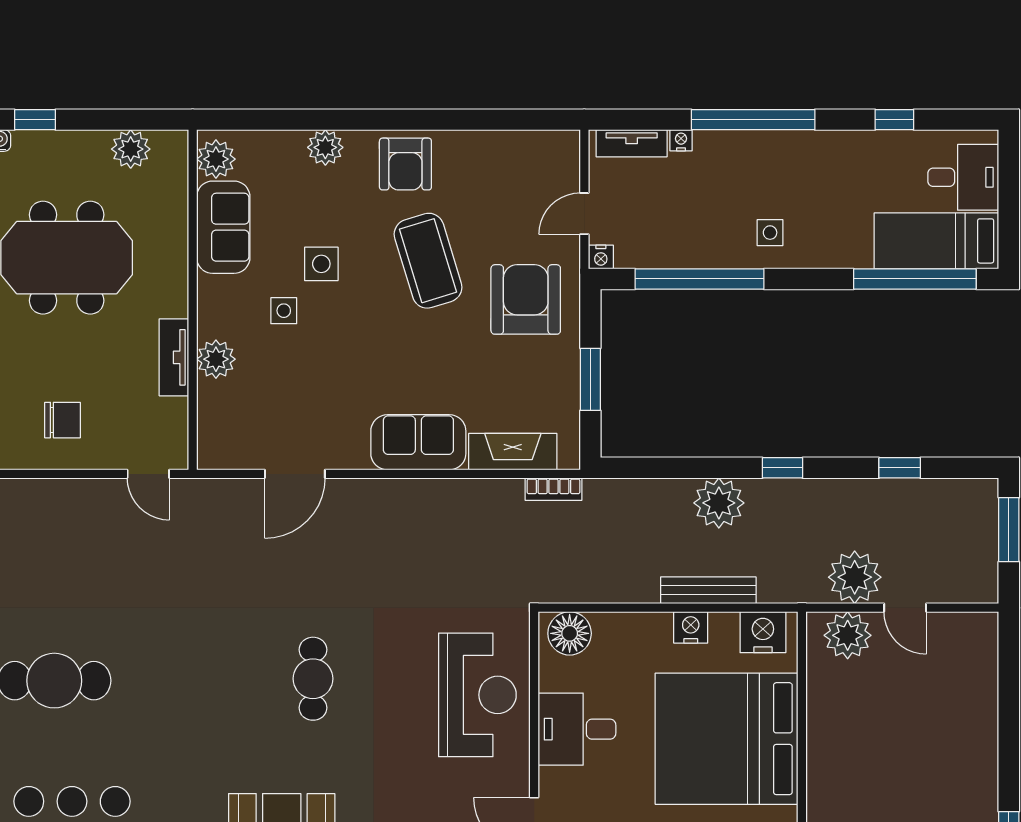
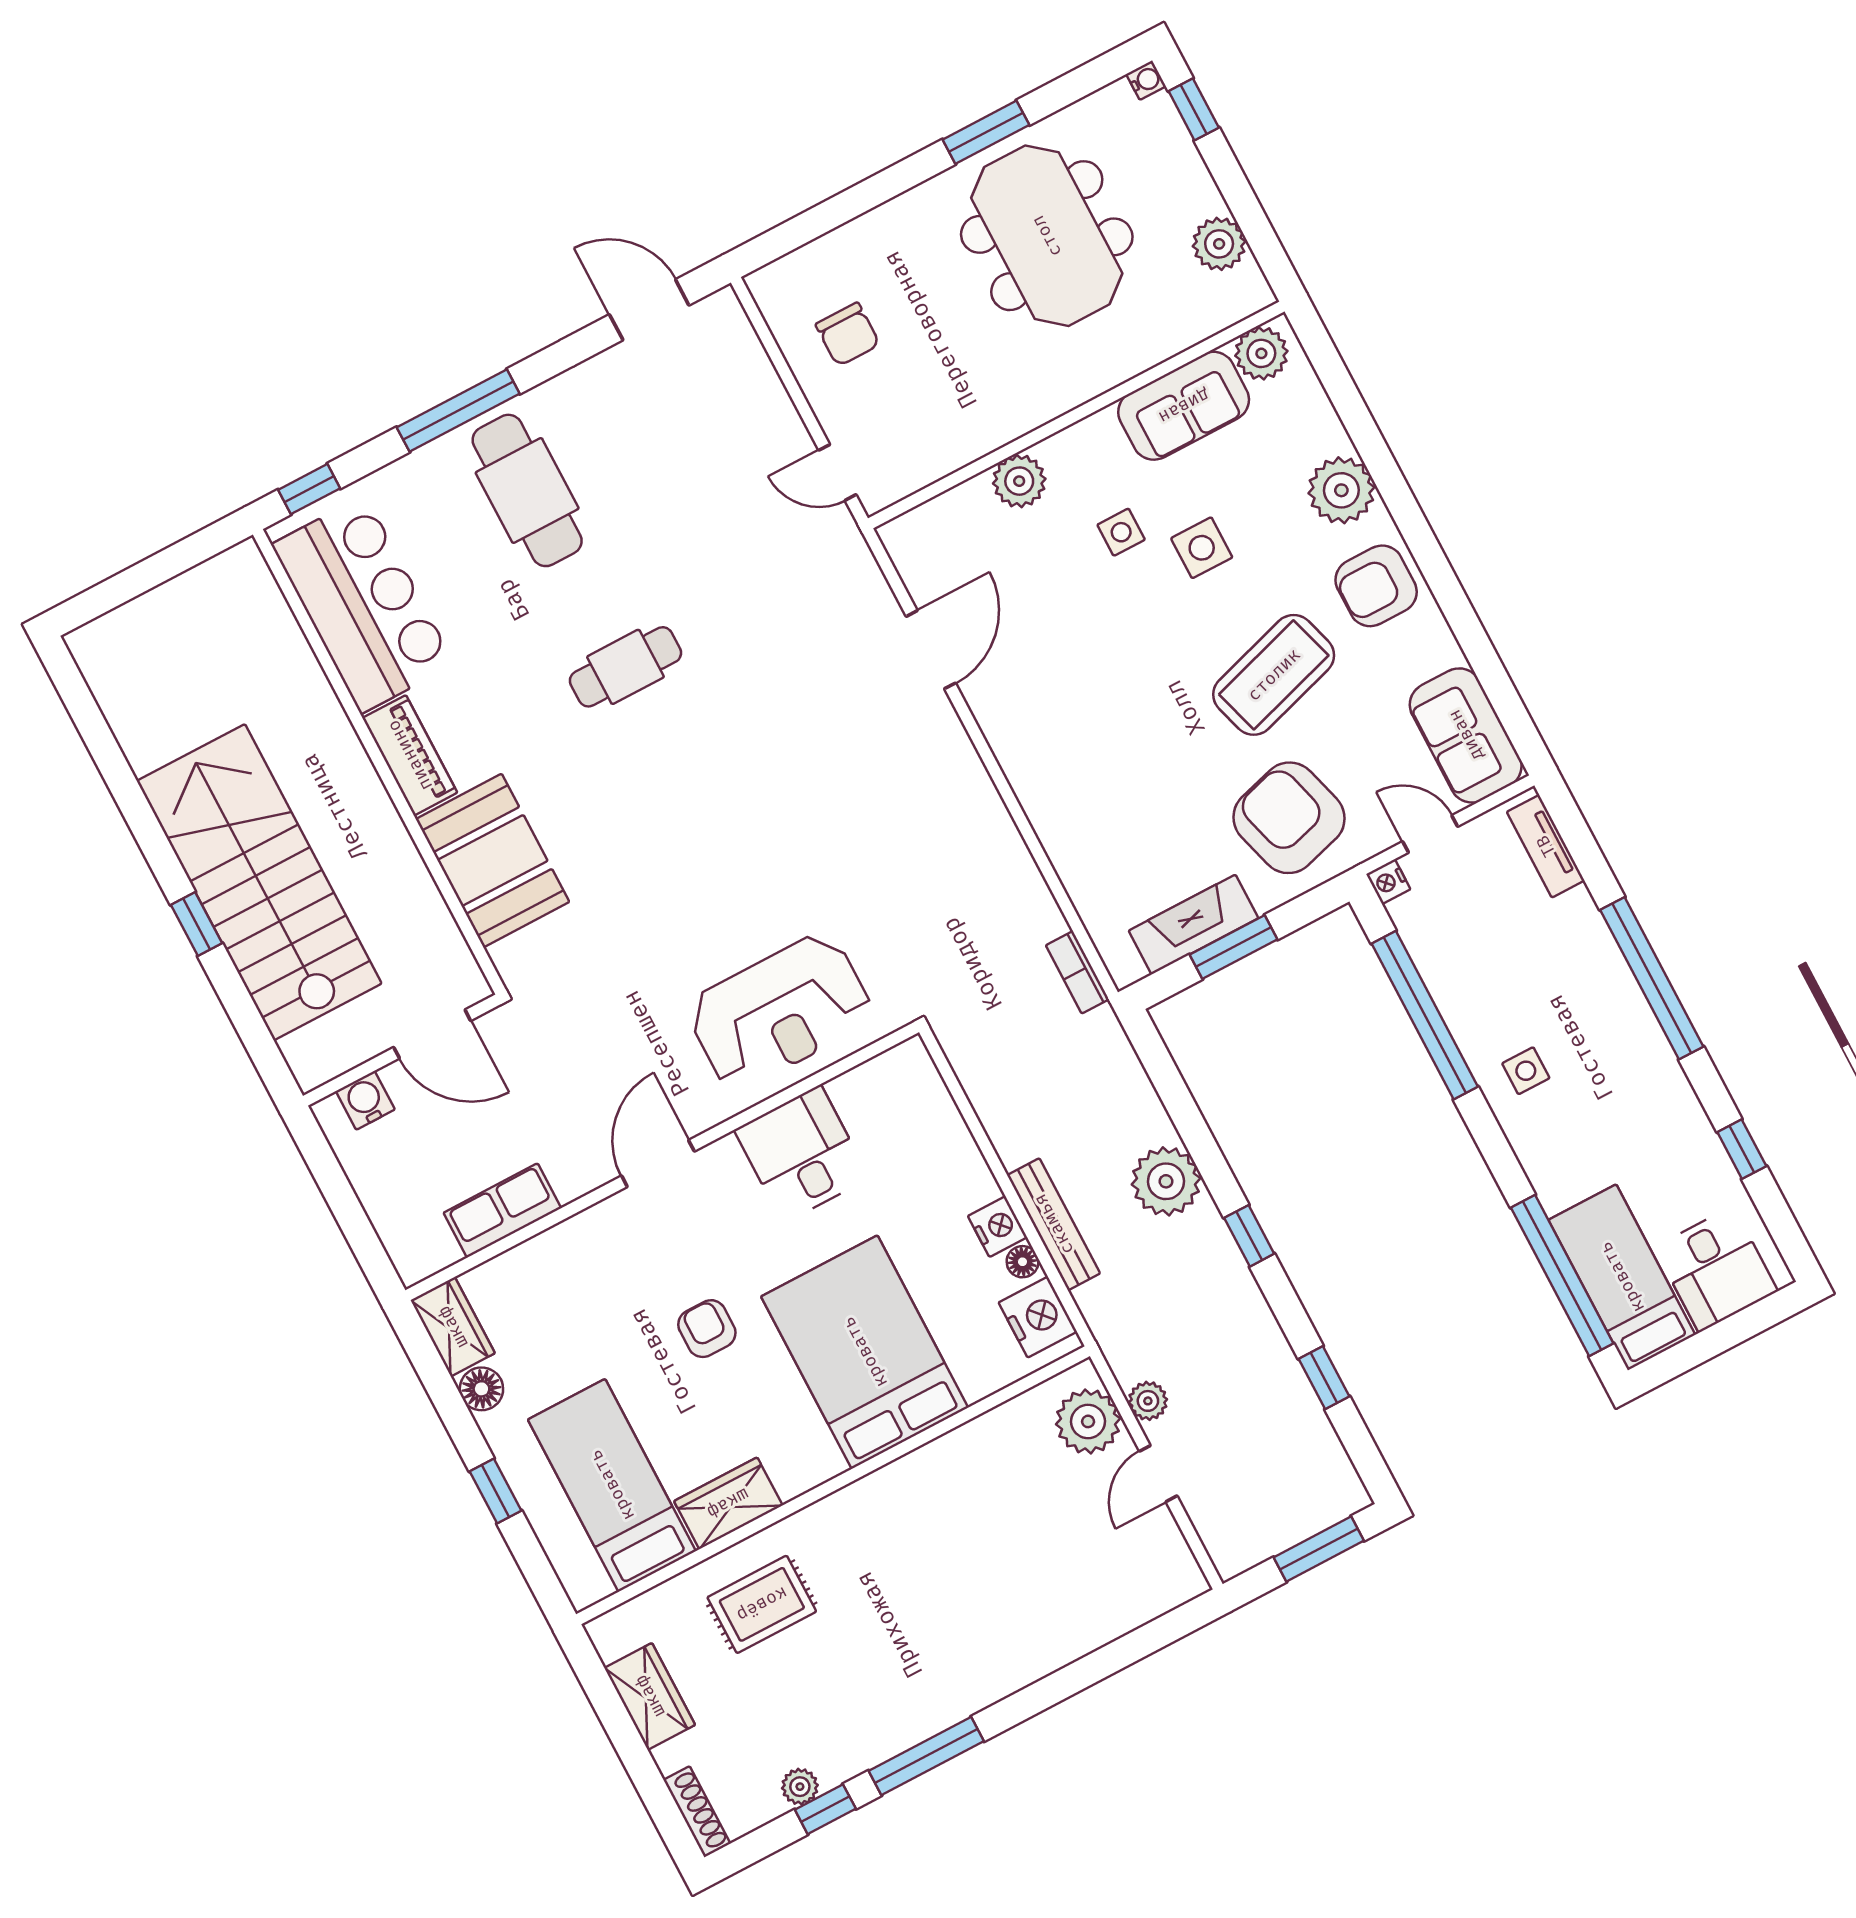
nightstand: (681, 140) -> (1581, 904), removed
plant: (325, 147) -> (1341, 490), width x1.36, depth x1.36
armchair: (526, 299) -> (1289, 818), turned -106
tv unit: (174, 357) -> (995, 429), removed
sofa: (418, 442) -> (1466, 735), moved, turned 180
fireplace: (513, 452) -> (1194, 924), moved, turned -90
door: (148, 474) -> (837, 472), hinge flipped
door: (295, 474) -> (931, 650), swing flipped
plant: (855, 577) -> (1148, 1401), width x0.53, depth x0.53
floor lamp: (570, 633) -> (1022, 1262), moved, width x0.53, depth x0.53
cafe table: (313, 679) -> (625, 667), moved
bed: (727, 739) -> (865, 1352), width x0.73

